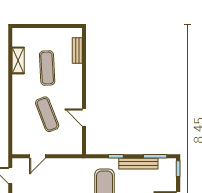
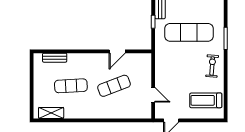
shelving: (18, 60) -> (51, 113), moved

